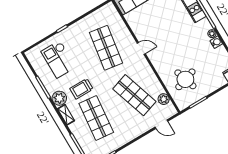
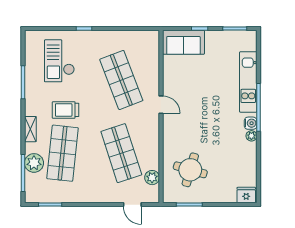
water cooler: (216, 42) -> (251, 123), moved
shop shelf: (106, 48) -> (121, 80), turned -30
round table: (185, 79) -> (190, 170), turned 34
plant: (59, 98) -> (34, 163), moved

